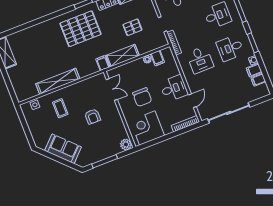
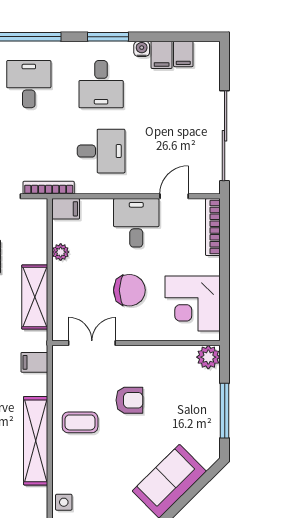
filing cabinet: (157, 58) -> (66, 209), moved
filing cabinet: (103, 63) -> (34, 362), moved
door: (192, 101) -> (174, 196), hinge flipped
coffee table: (60, 108) -> (80, 422), moved

